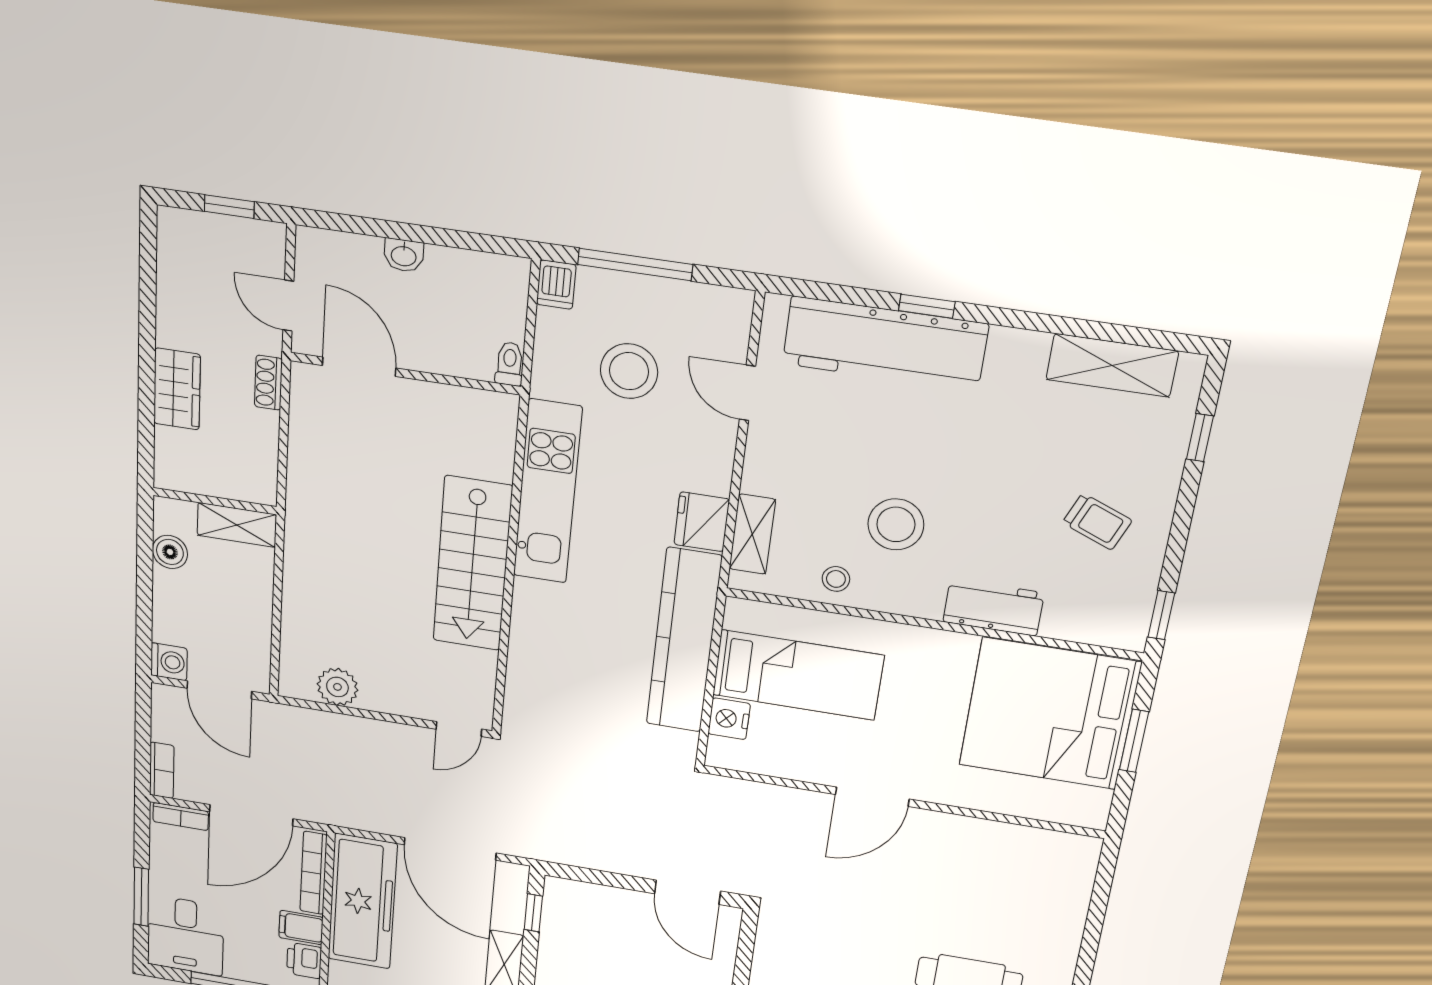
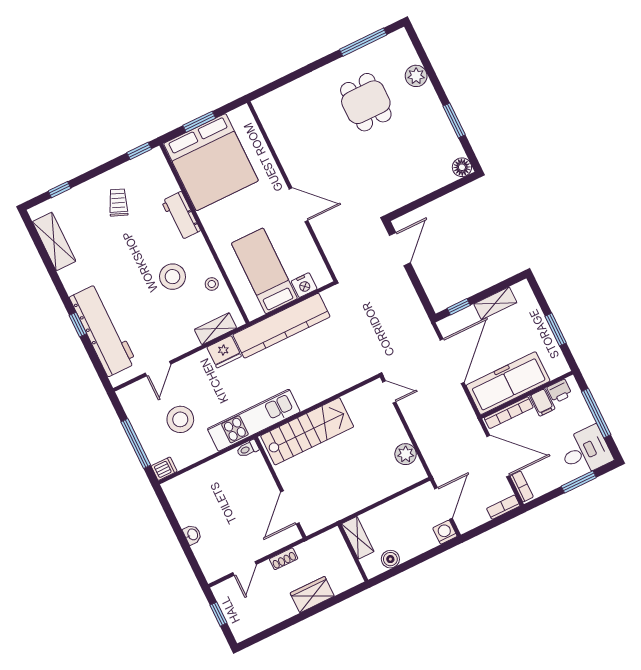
toilet: (510, 364) -> (248, 449), moved
door: (359, 367) -> (290, 507), moved
wall: (405, 374) -> (280, 487), moved

